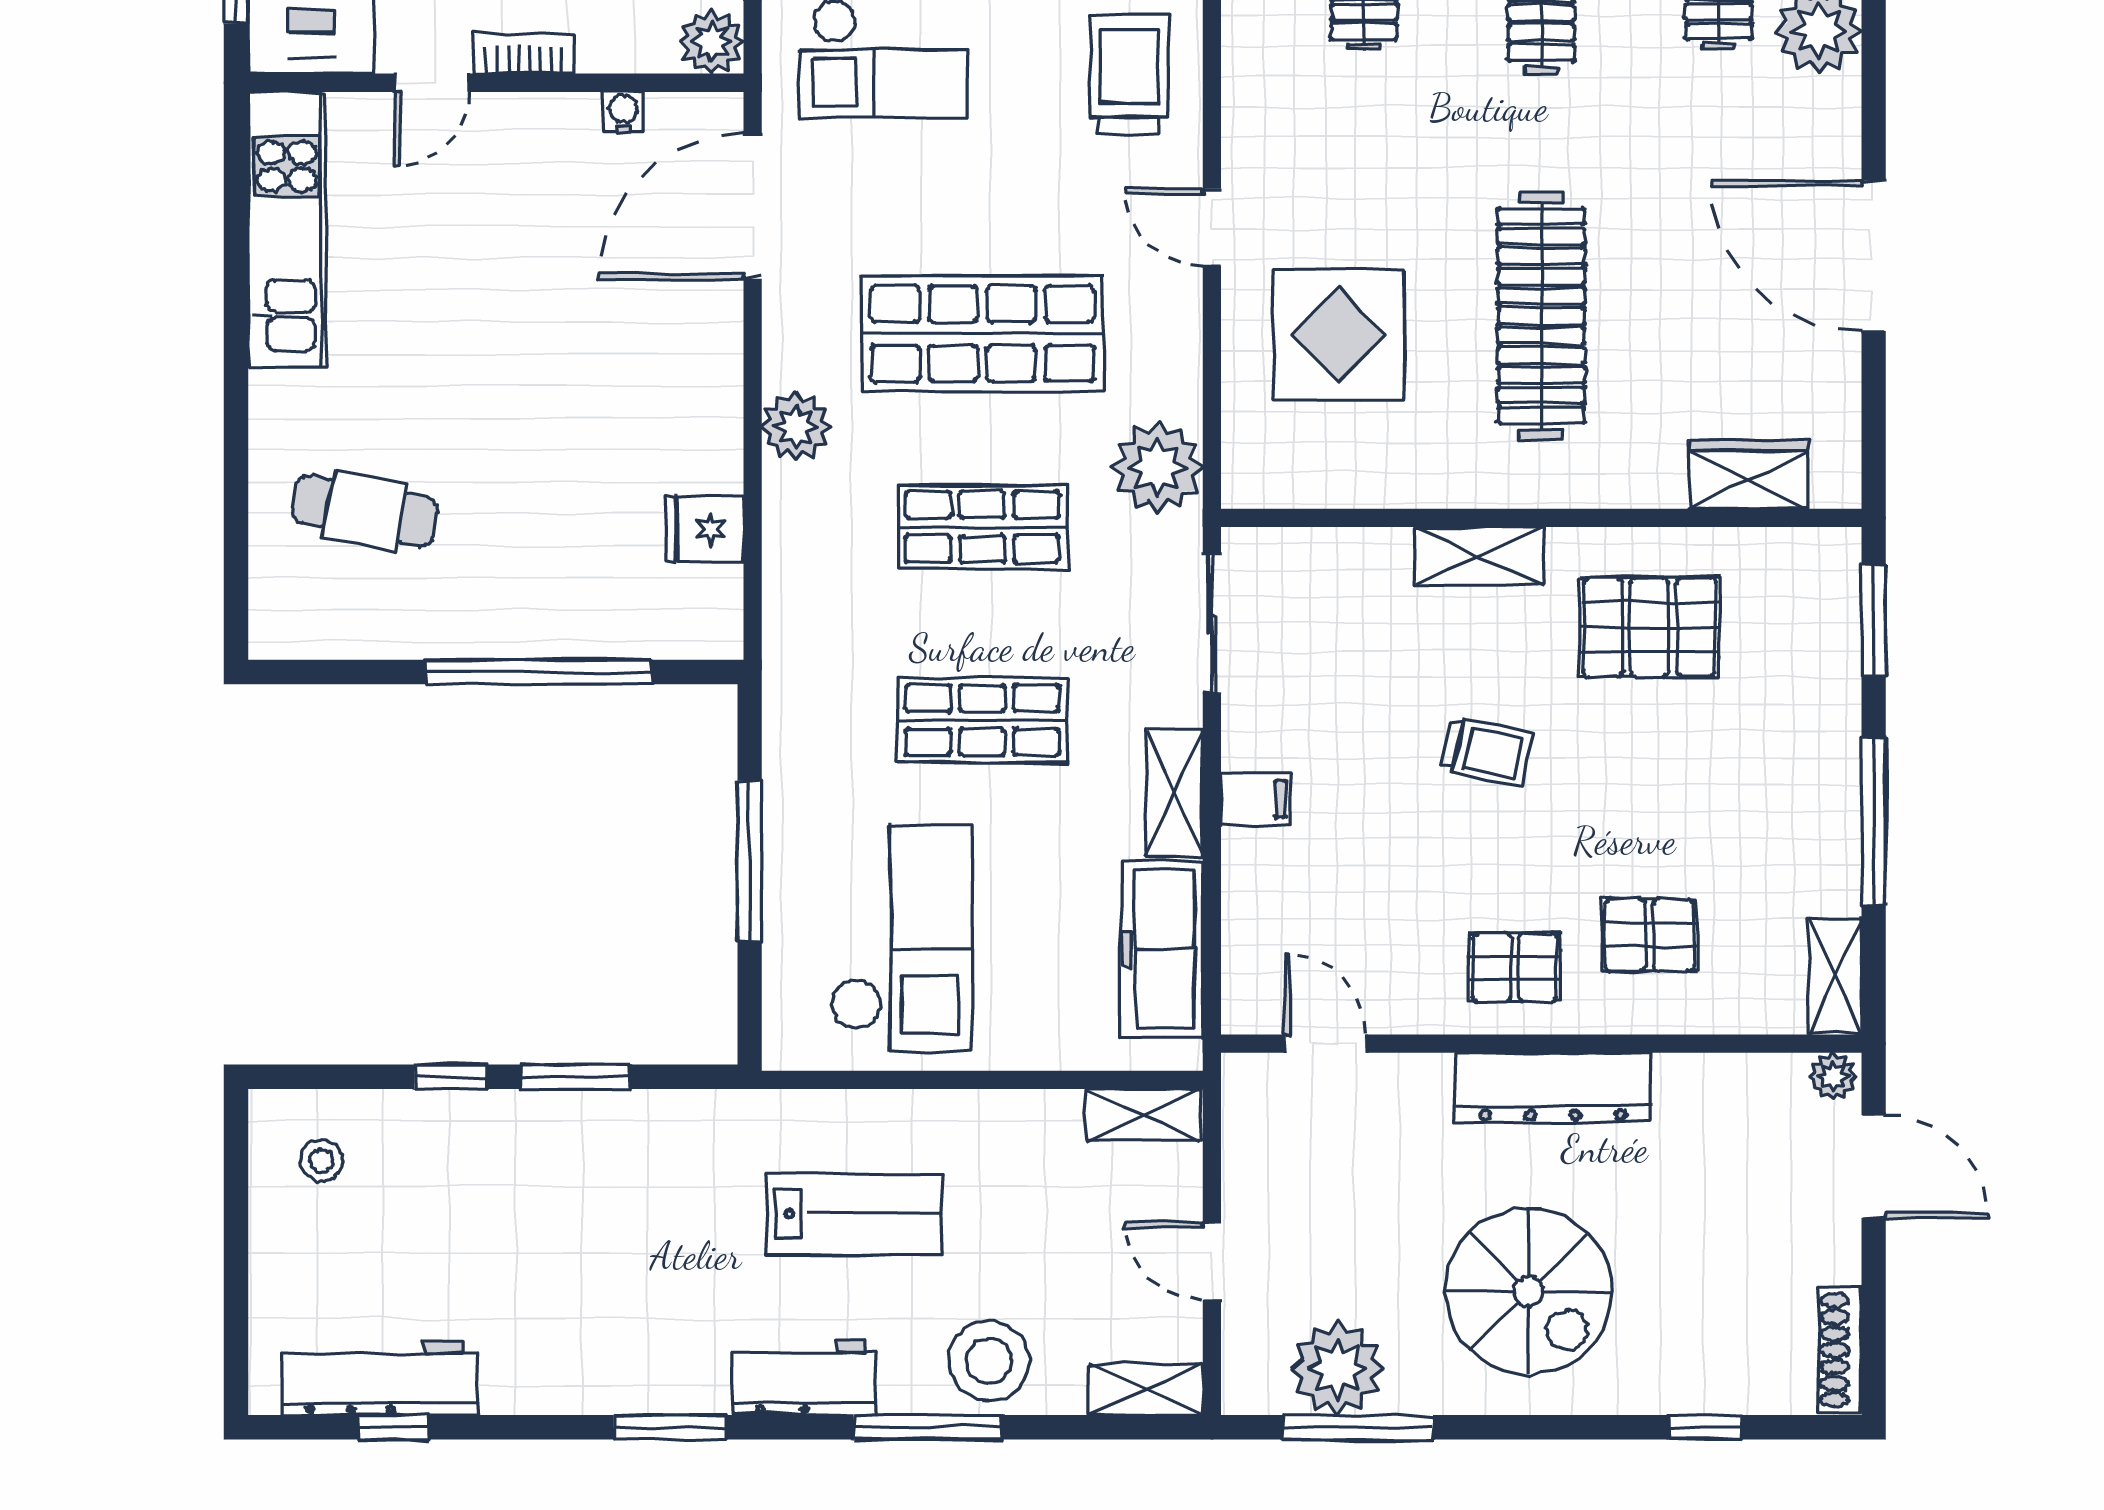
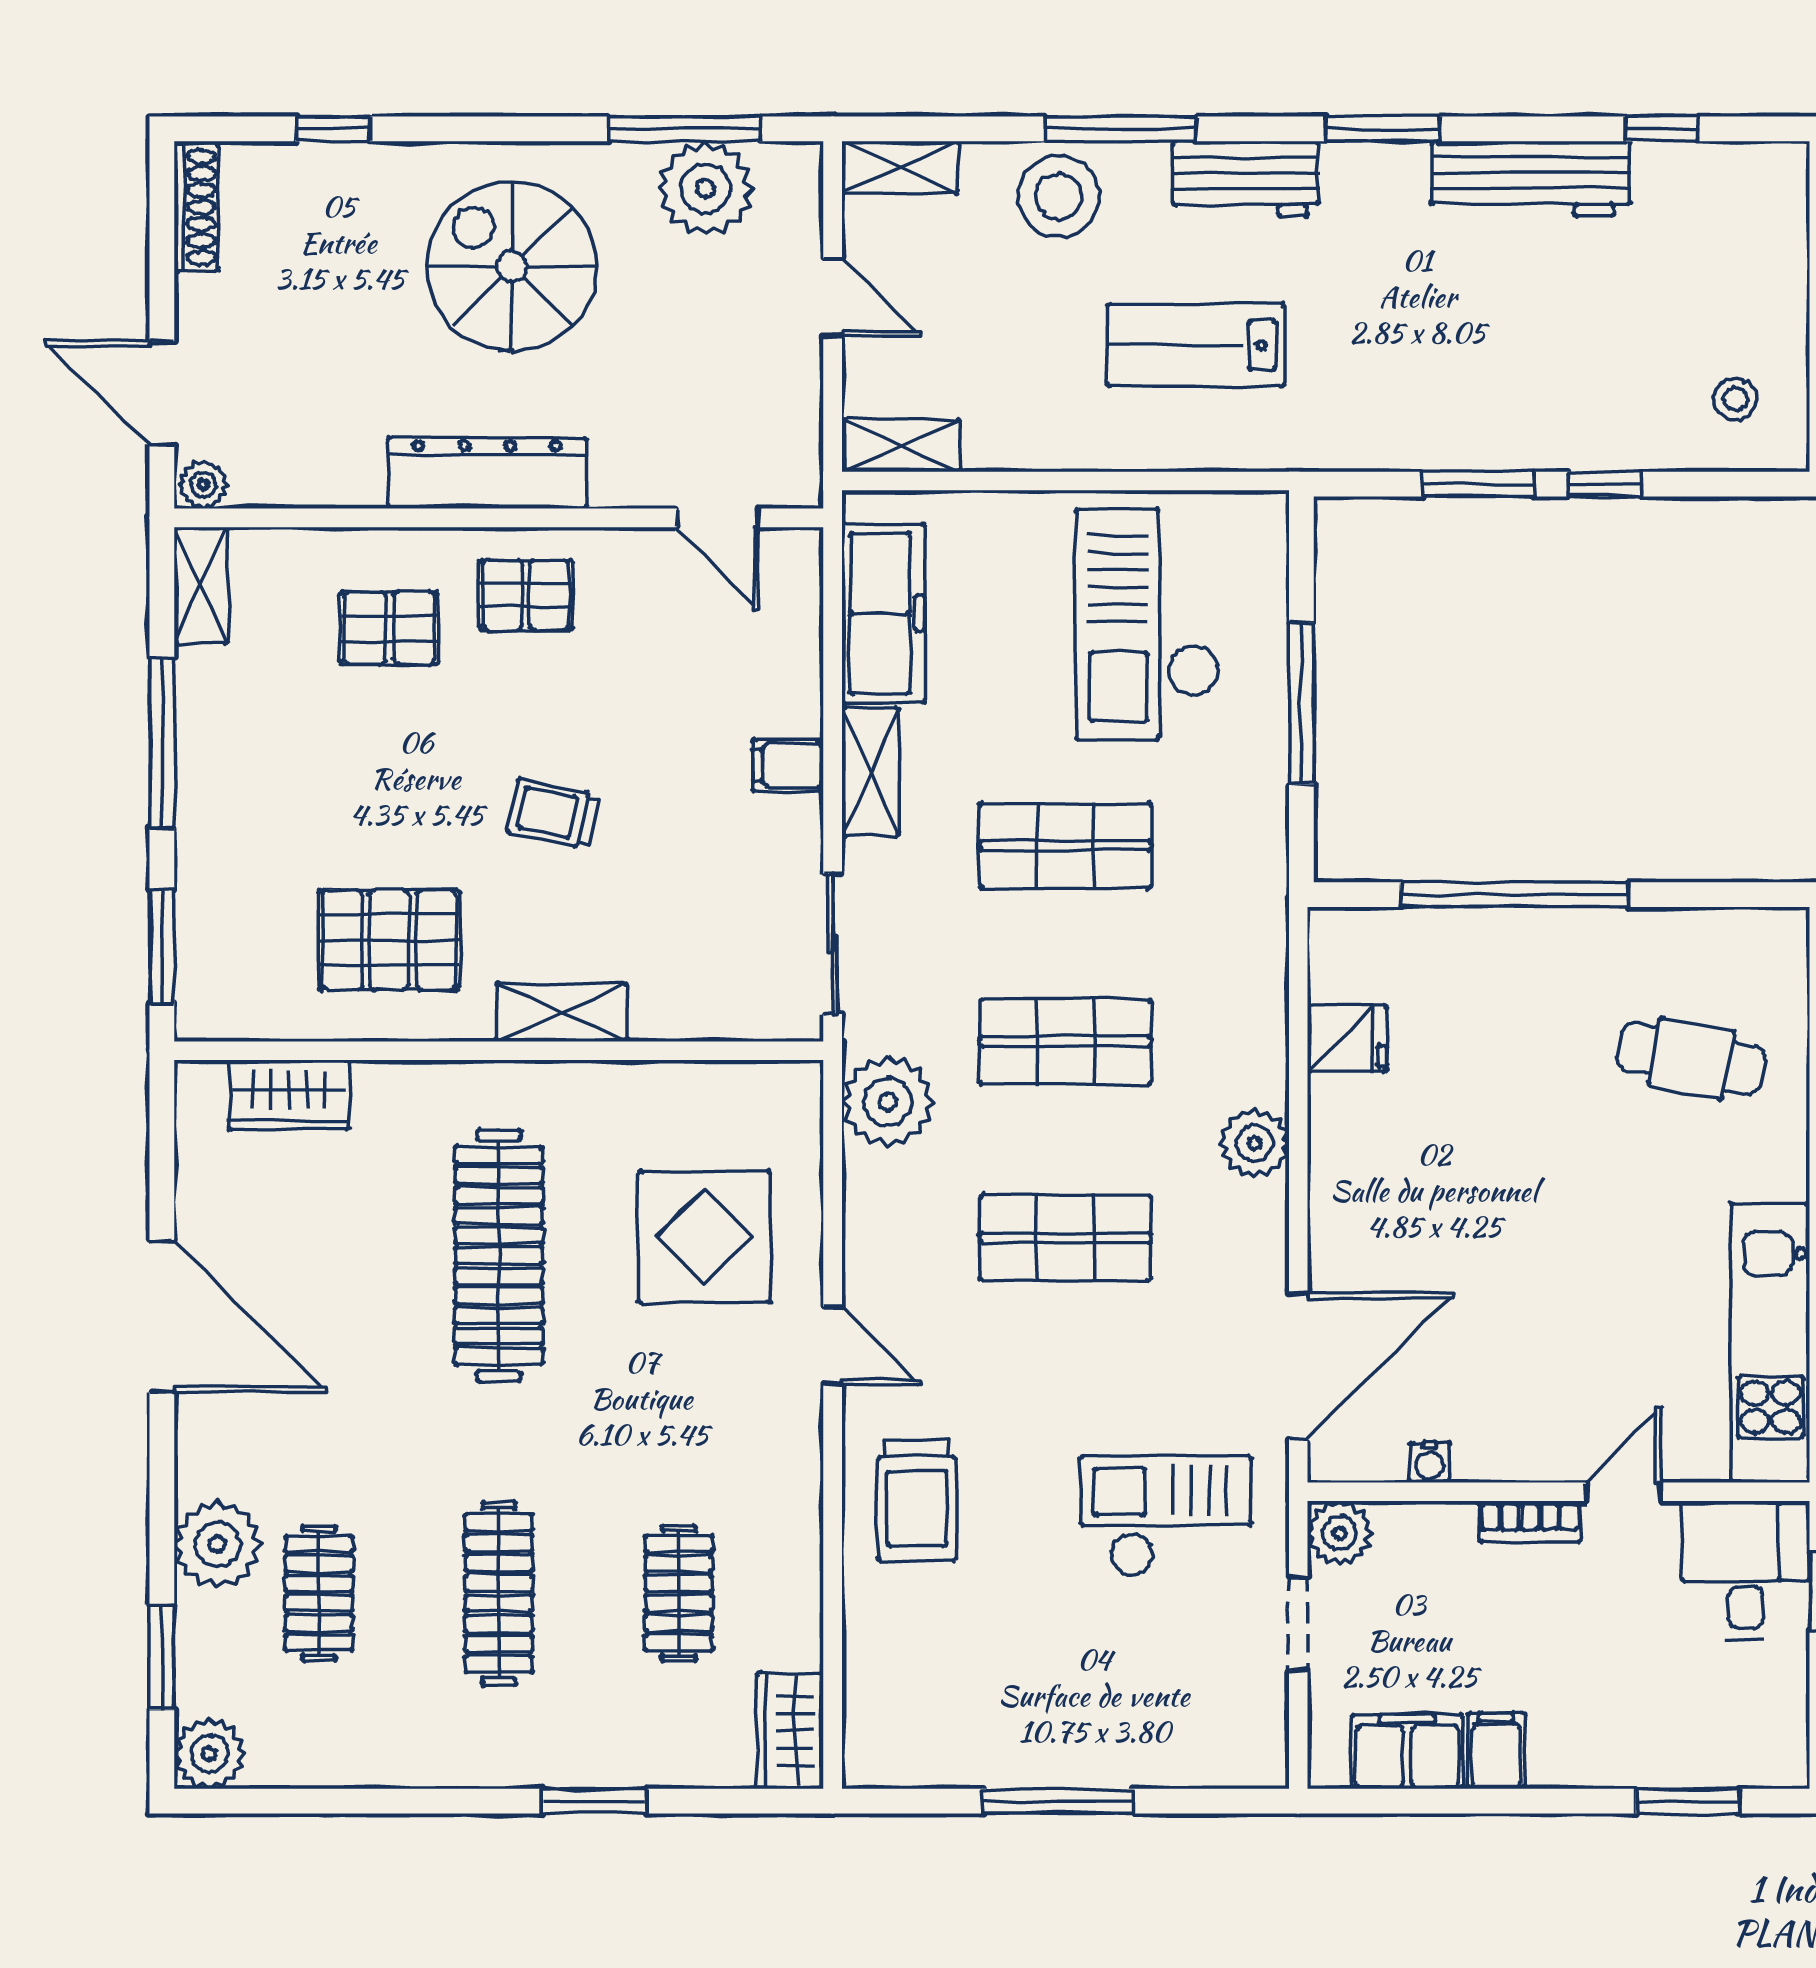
shop shelf: (982, 334) -> (1065, 1237), width x0.70, depth x0.74
workbench: (380, 1378) -> (1531, 179), moved

